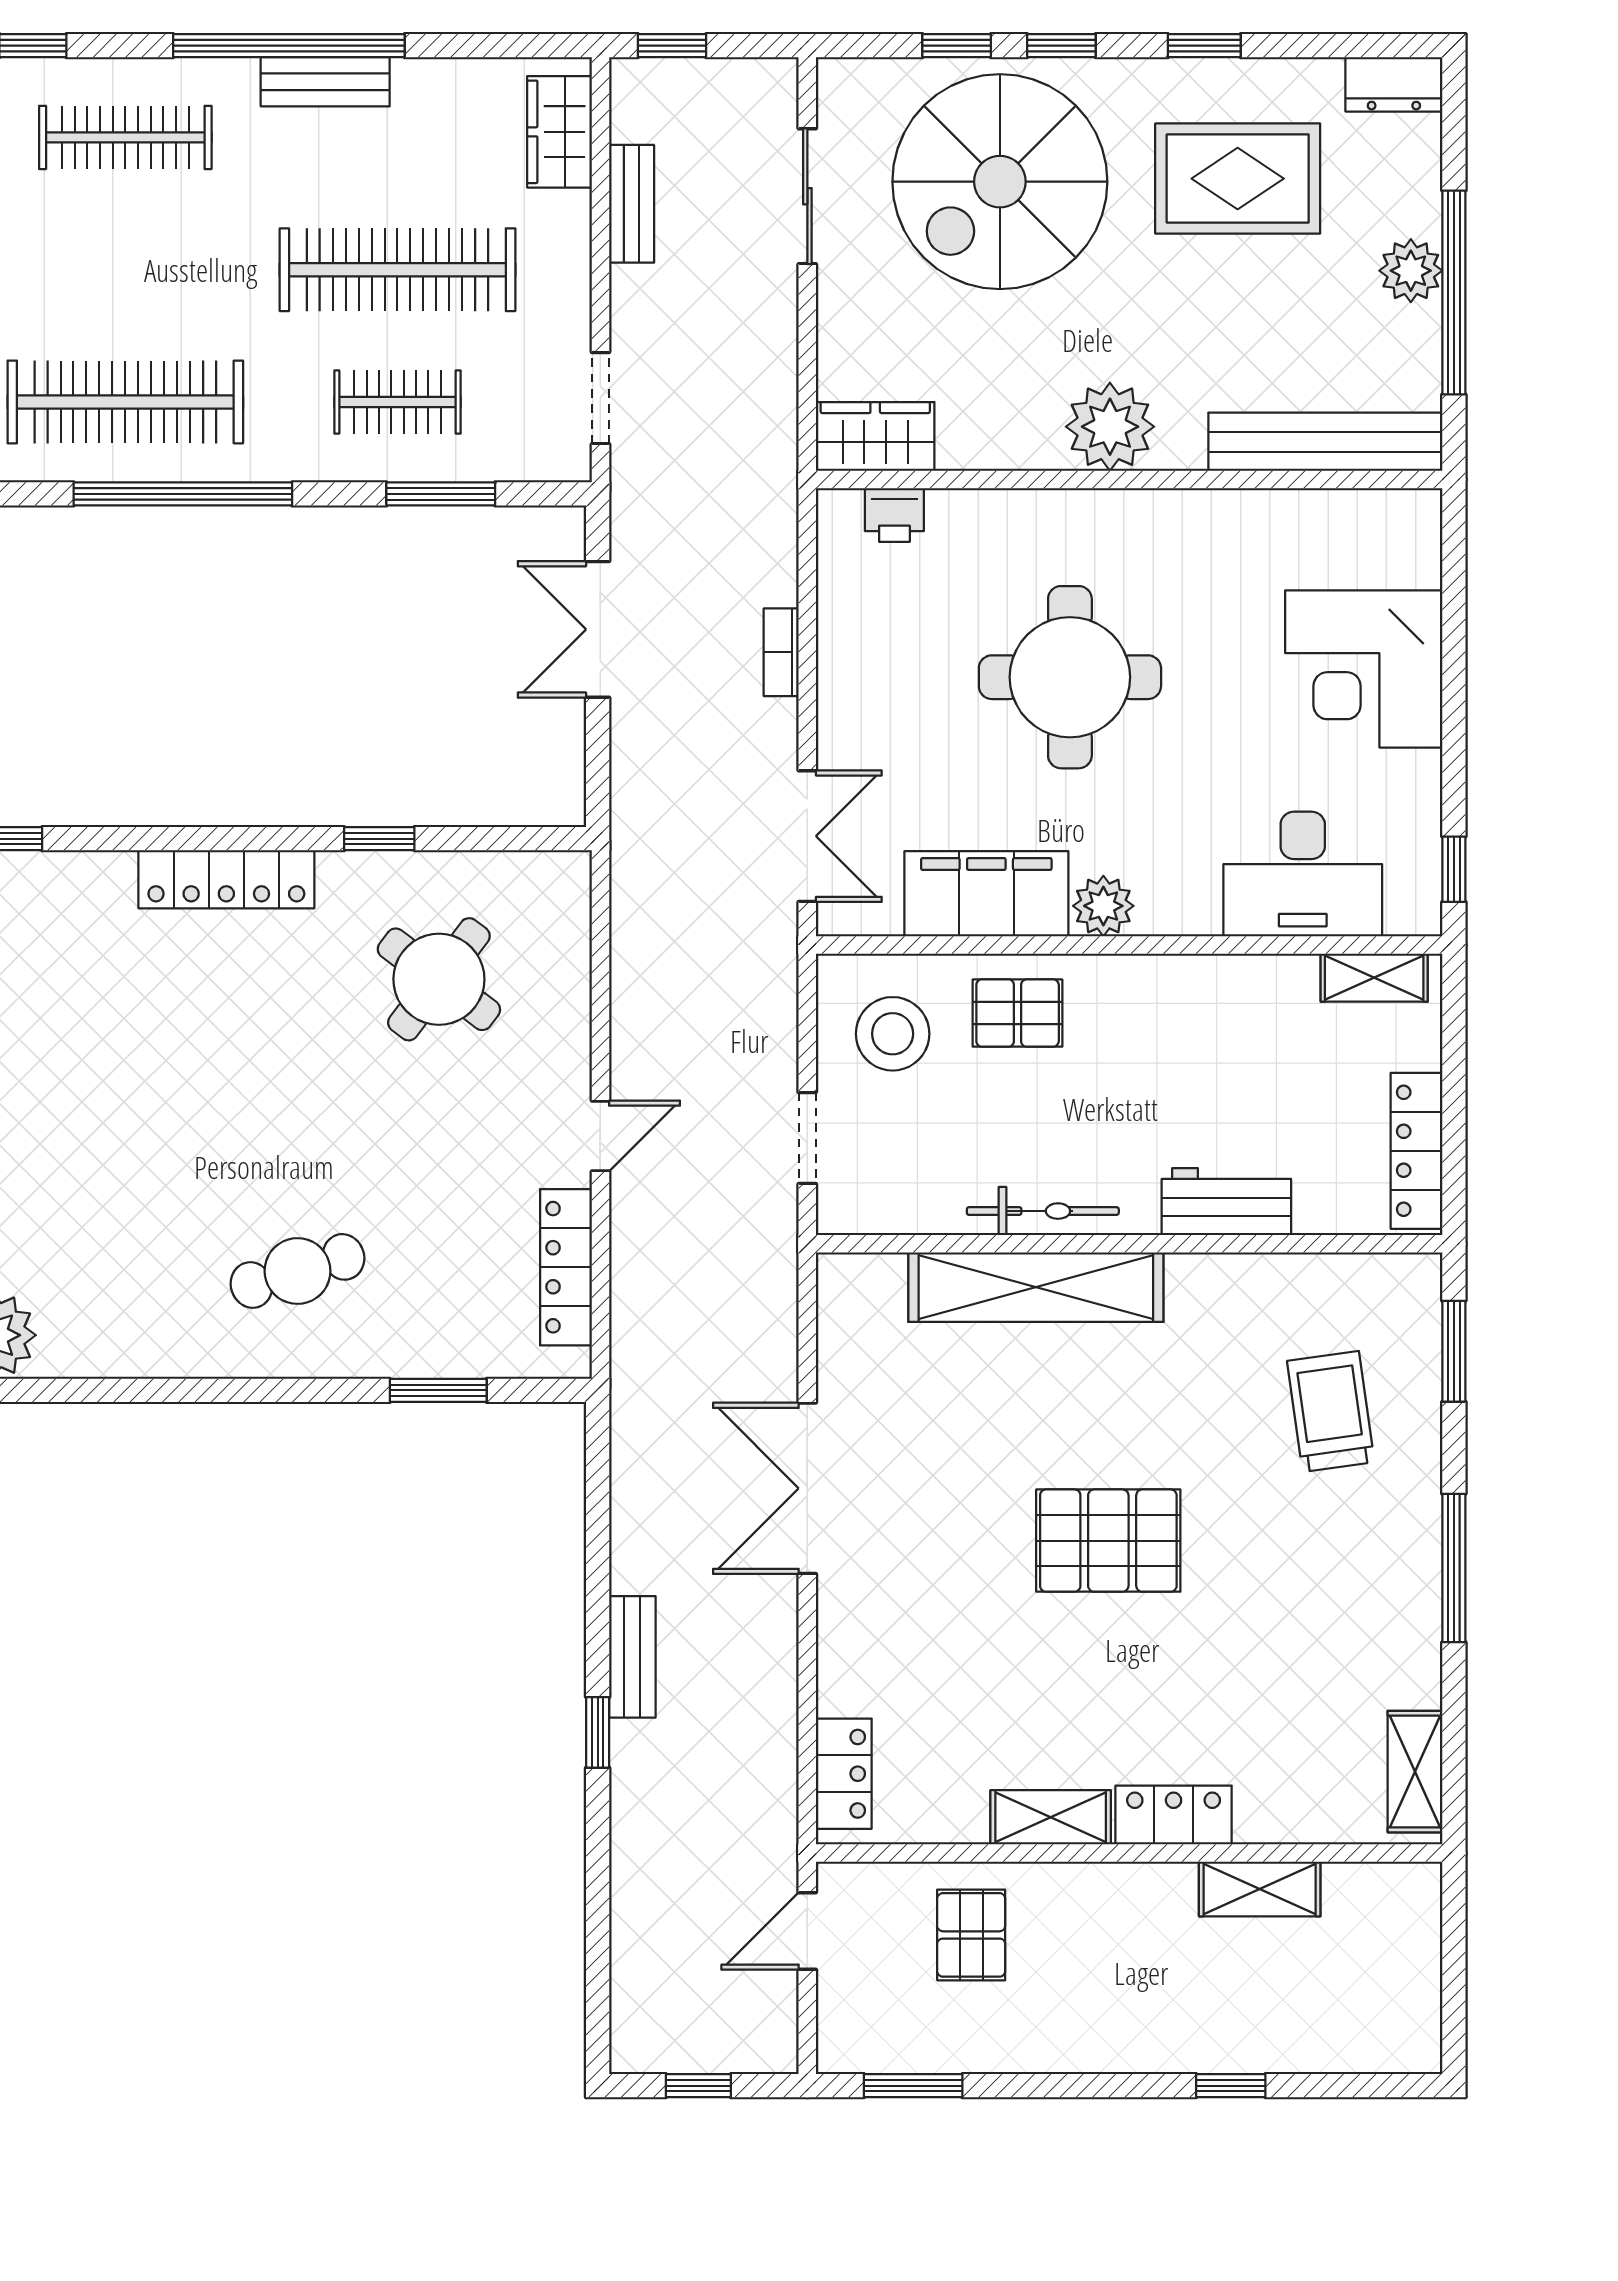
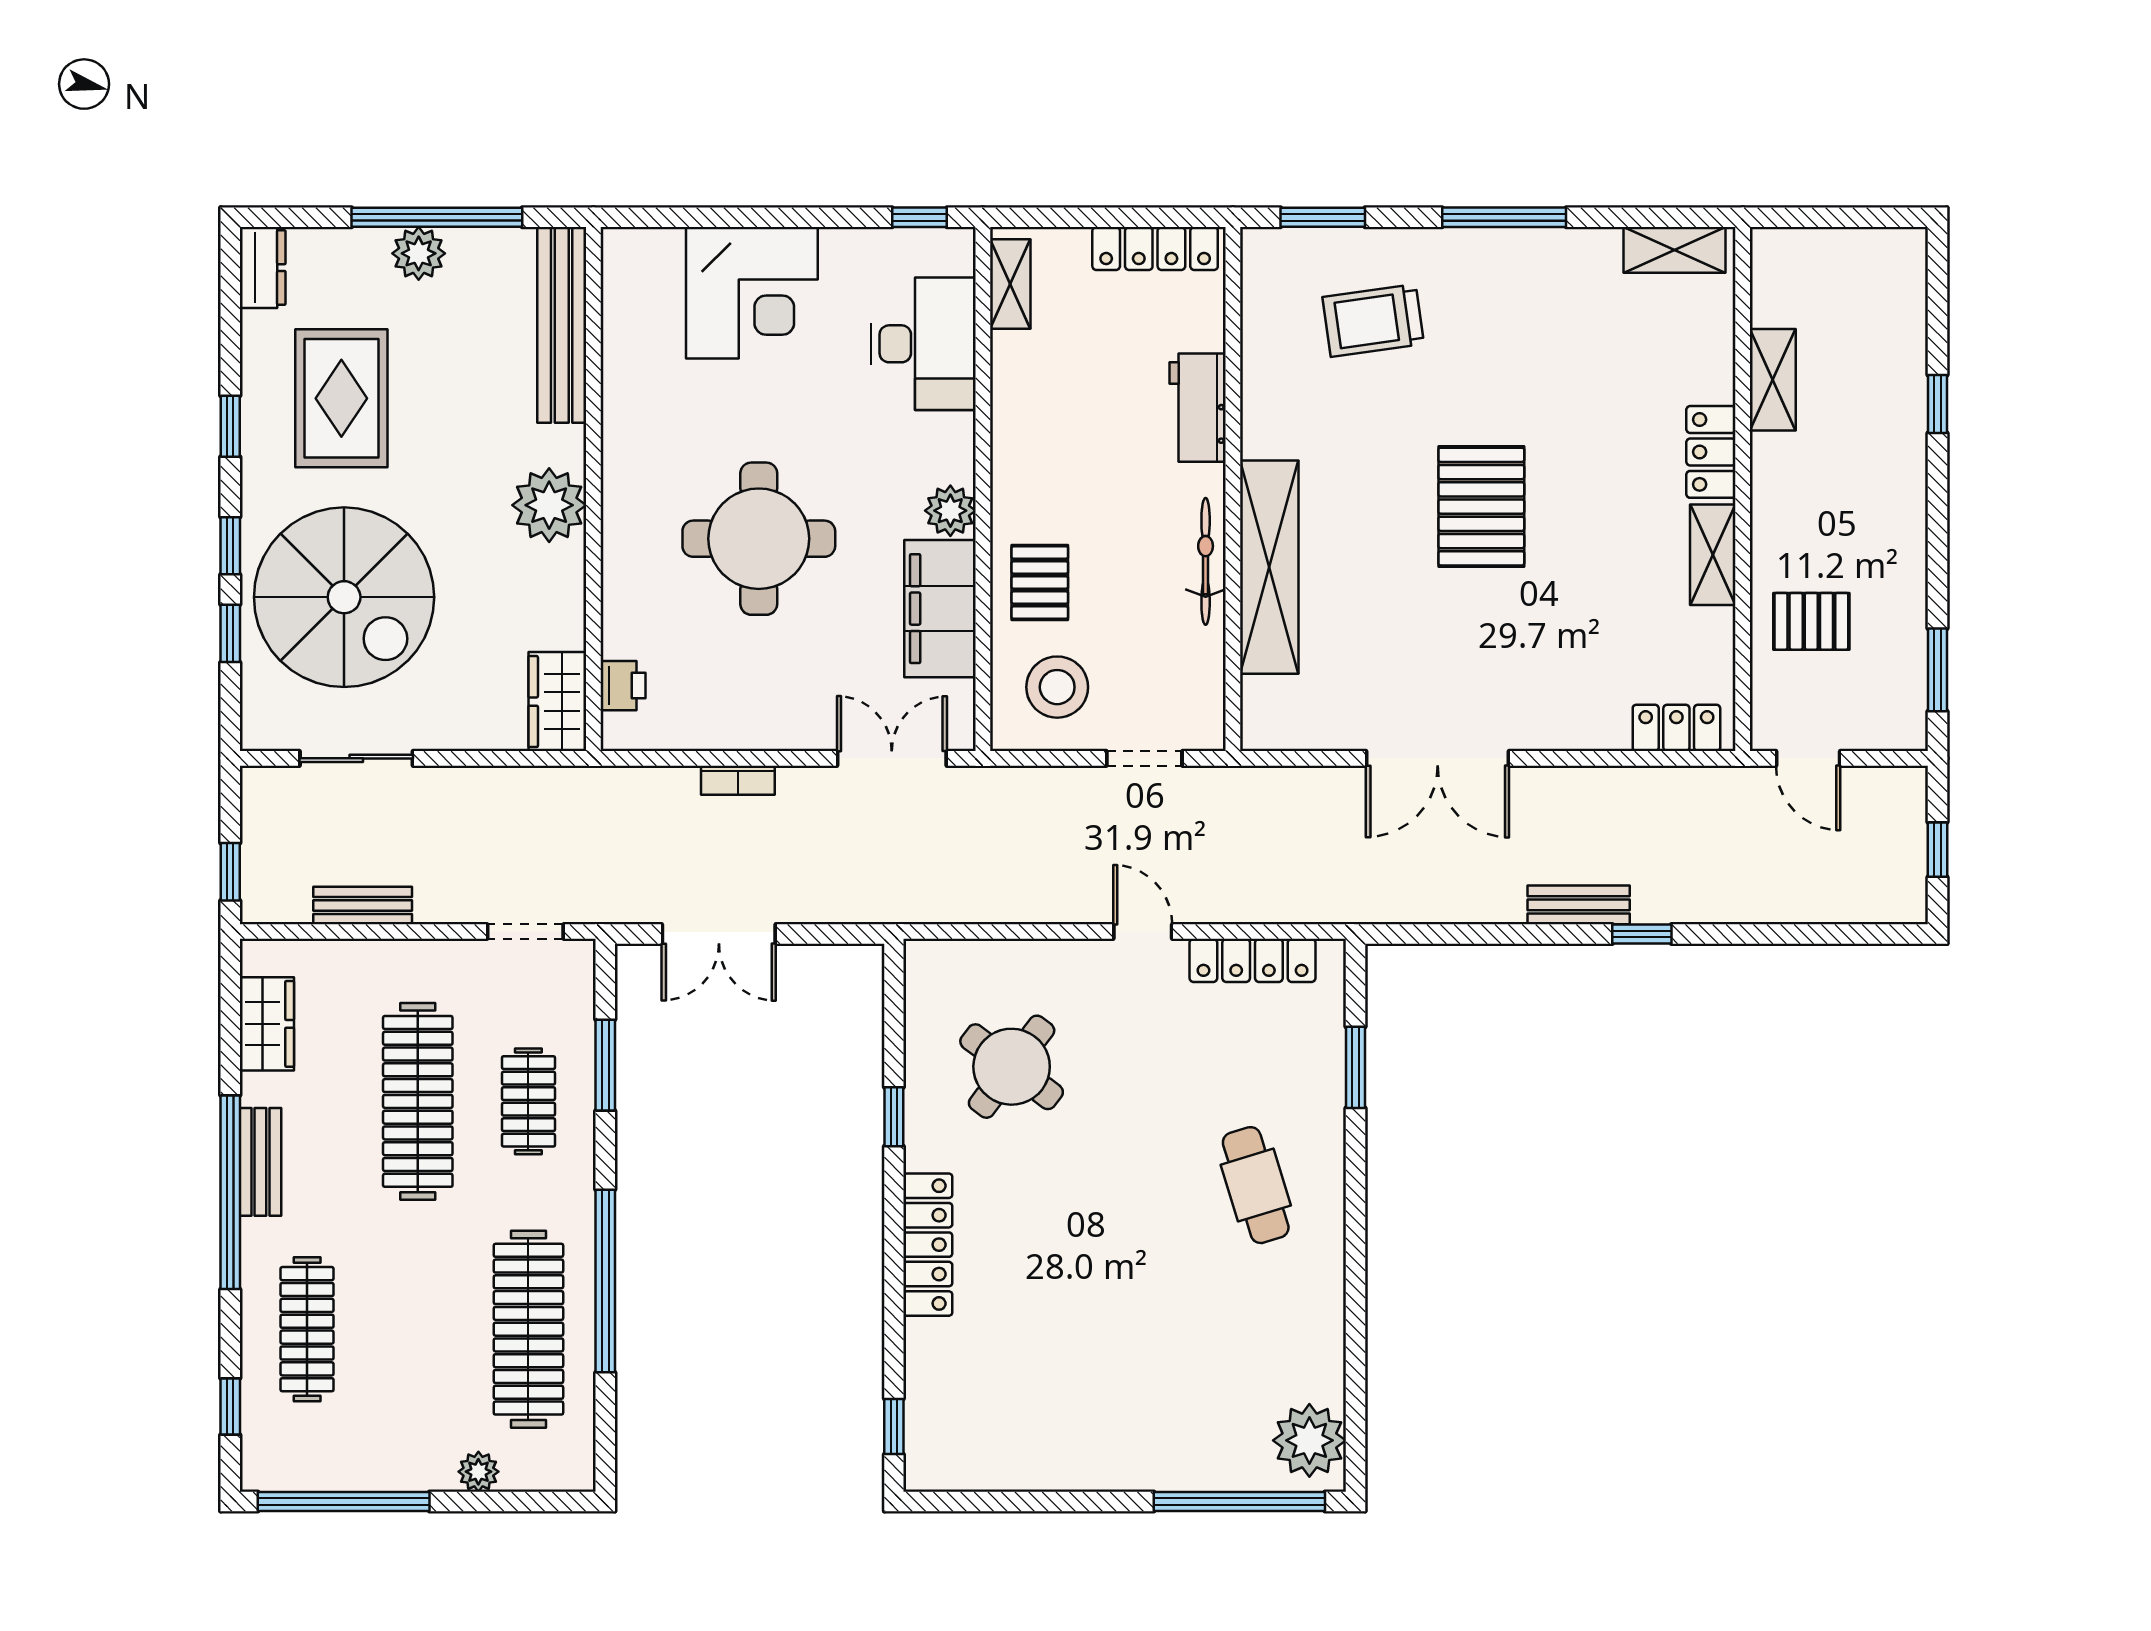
wardrobe: (559, 132) -> (267, 1024), moved, turned -90

